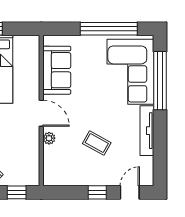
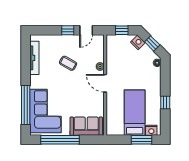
sofa: (57, 70) -> (86, 126), moved, turned 90
tv unit: (147, 131) -> (34, 58), moved
door: (130, 192) -> (86, 30), moved

